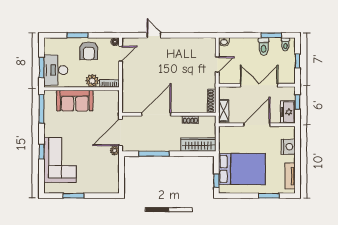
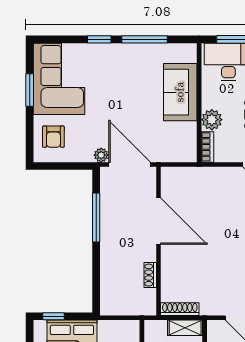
window: (41, 109) -> (145, 39), moved
shelving: (224, 111) -> (185, 328), moved
wardrobe: (198, 145) -> (111, 288), removed
corner sofa: (60, 160) -> (59, 79), moved, turned -90
armchair: (103, 181) -> (53, 137), added

